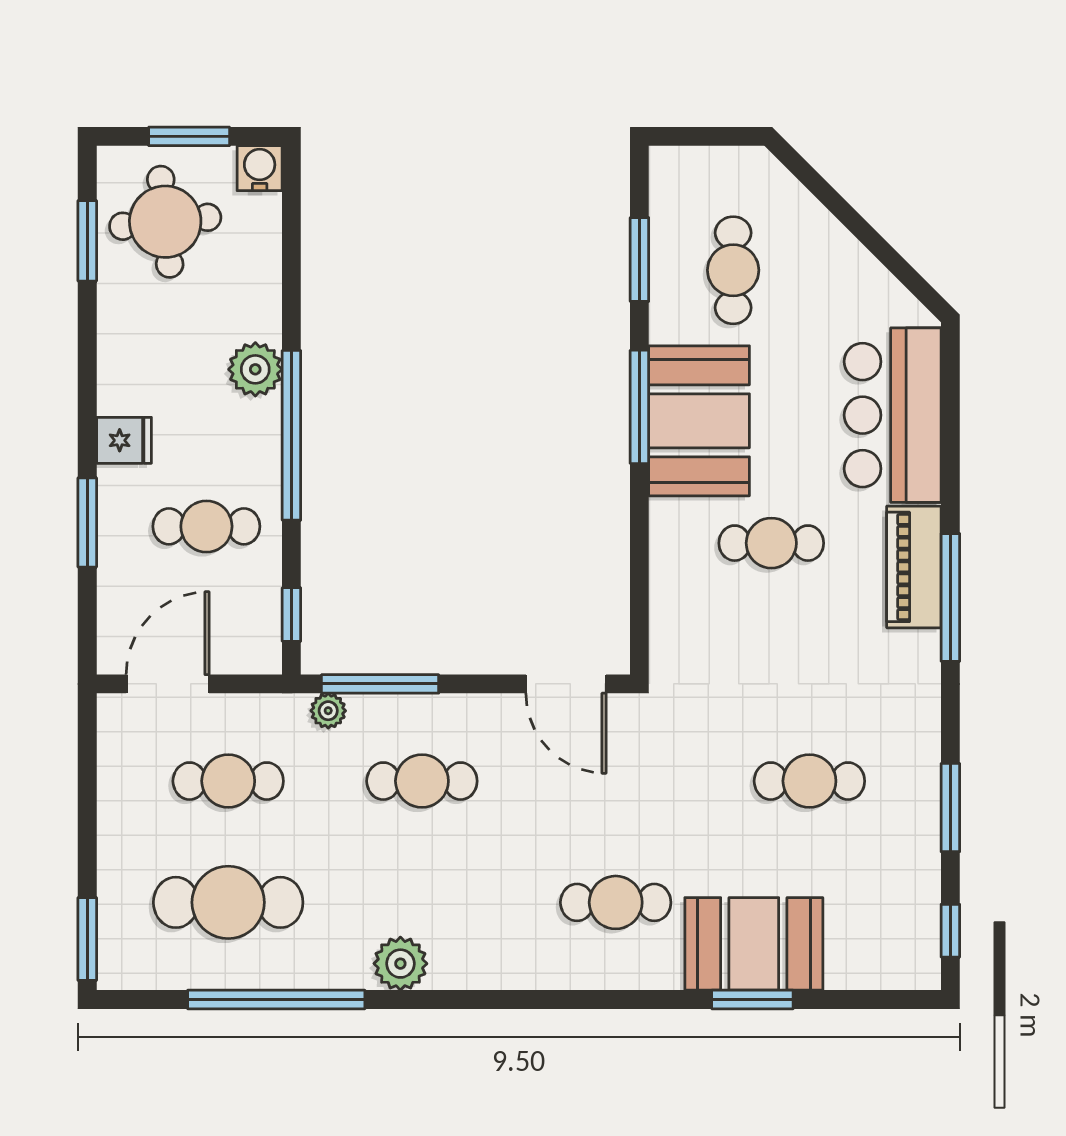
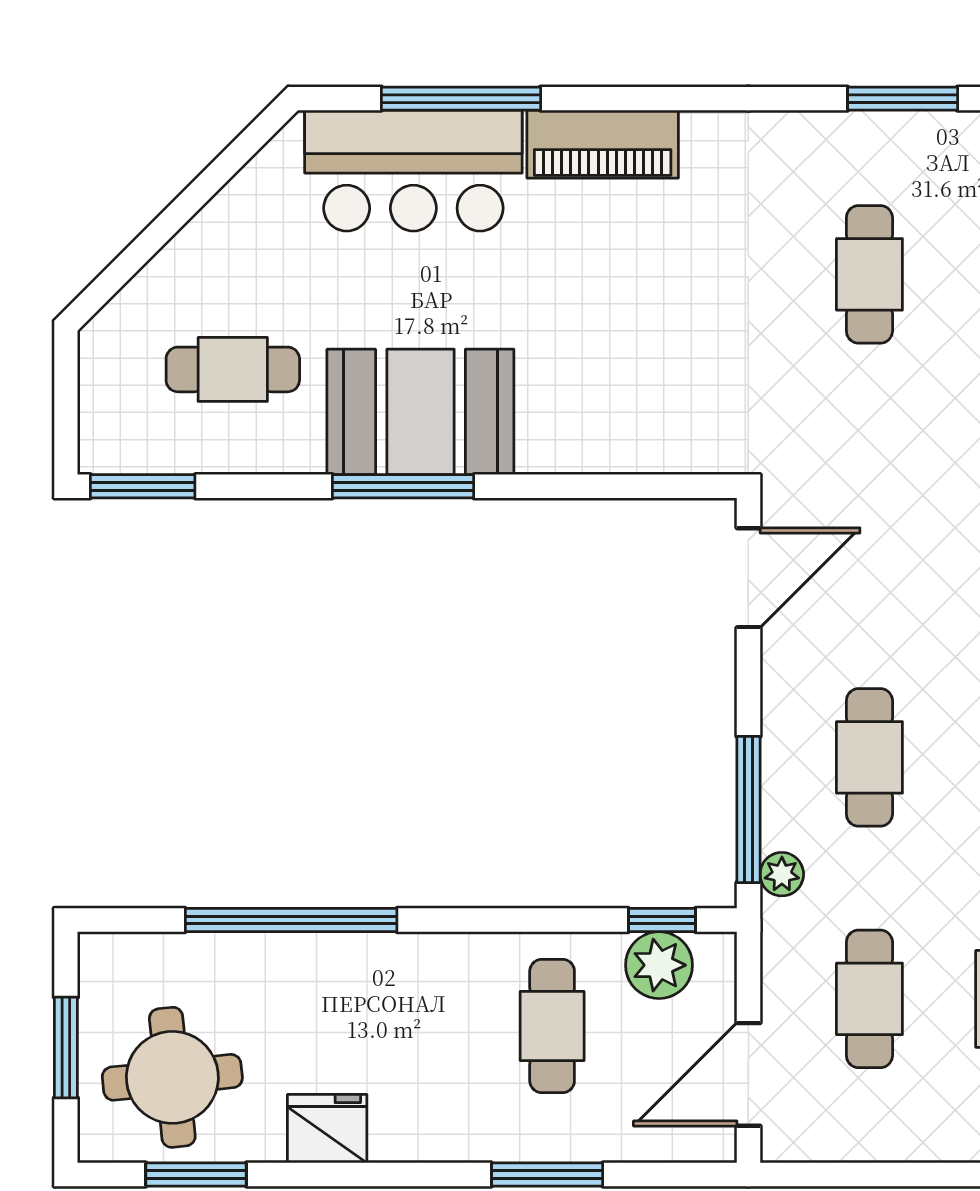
water cooler: (260, 168) -> (106, 960), removed
window: (639, 259) -> (143, 486), moved
plant: (255, 369) -> (659, 965), moved
window: (291, 435) -> (291, 920), moved
fridge: (124, 440) -> (327, 1129), moved, width x1.38
cafe table: (771, 543) -> (573, 322), removed
window: (950, 597) -> (461, 99), moved
door: (168, 684) -> (748, 1074), hinge flipped

